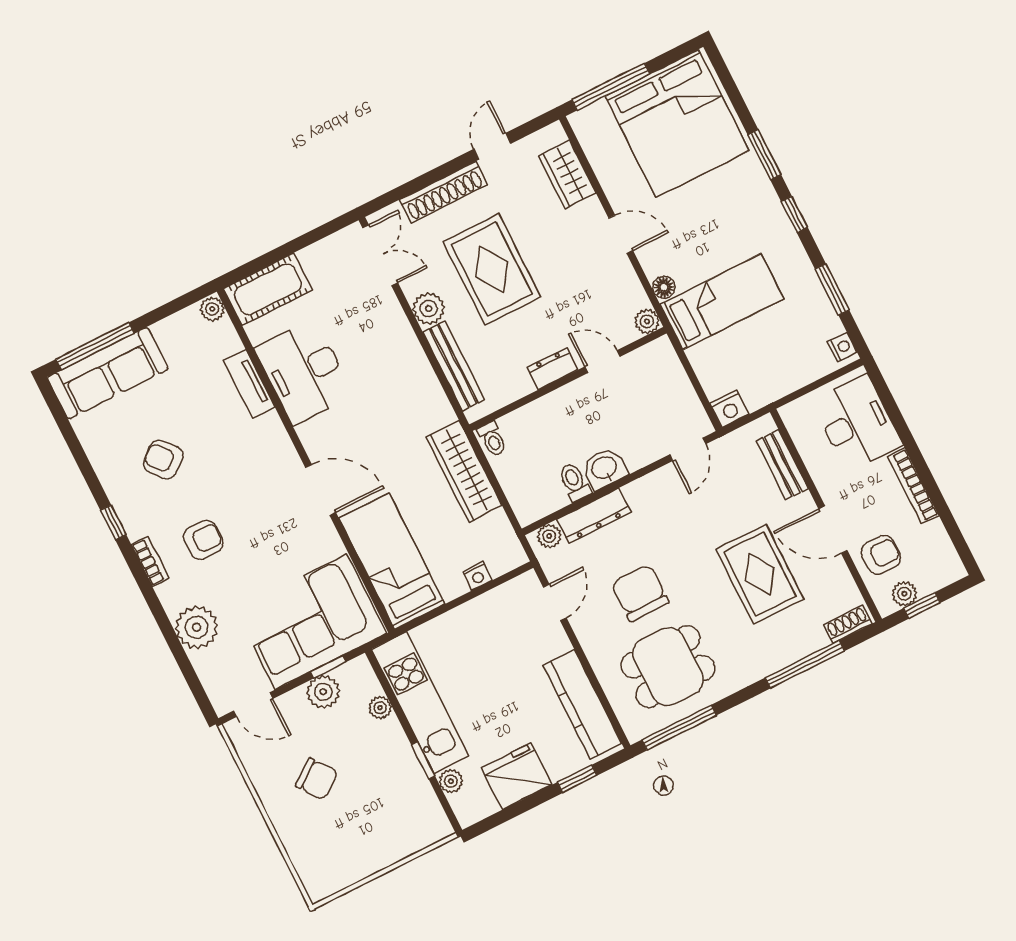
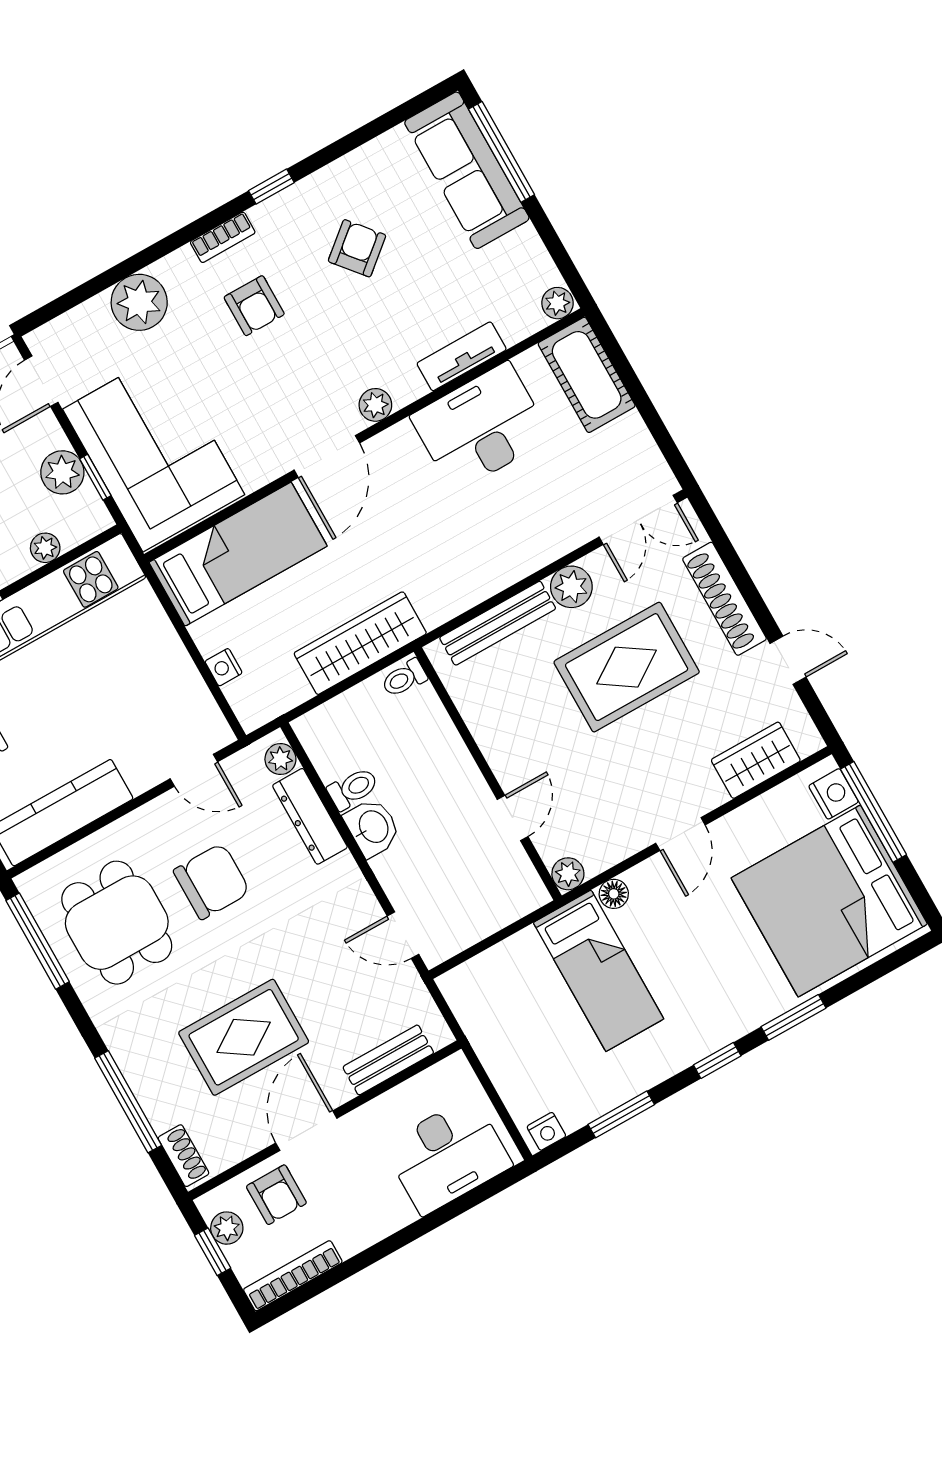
dresser: (552, 369) -> (500, 753), removed
nightstand: (729, 409) -> (834, 794), moved, turned 180
plant: (283, 451) -> (375, 405), added
bookcase: (913, 486) -> (293, 1276), moved

